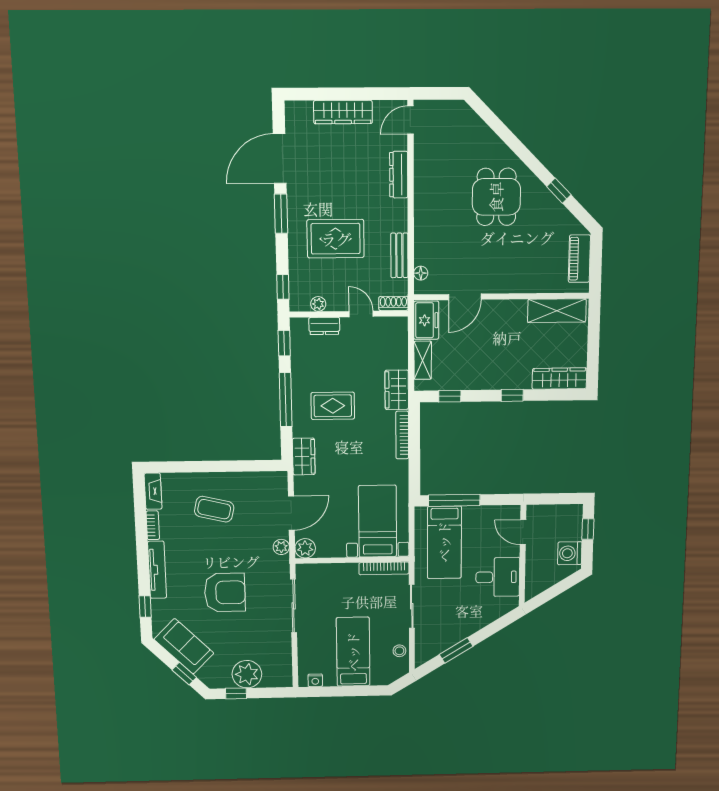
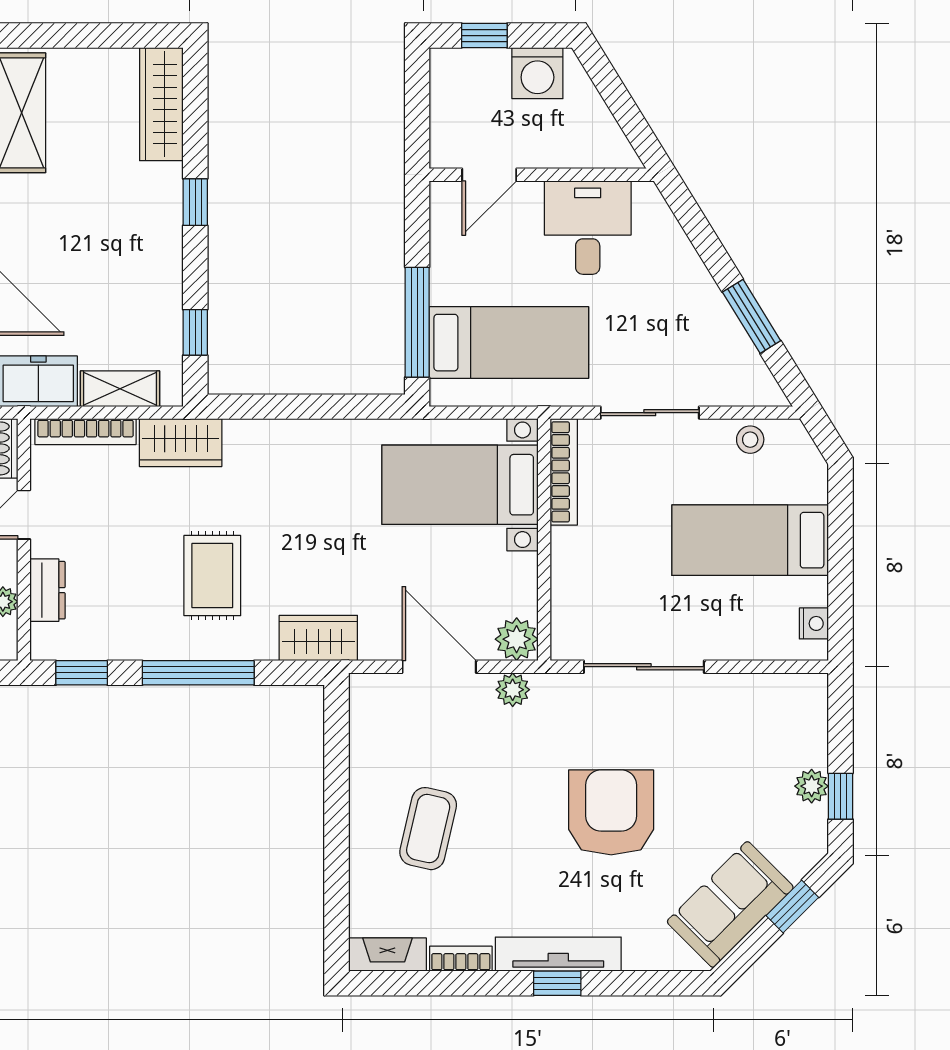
bookcase: (402, 435) -> (86, 432), moved
window: (145, 607) -> (557, 983), moved
plant: (247, 674) -> (812, 786), width x0.53, depth x0.53

